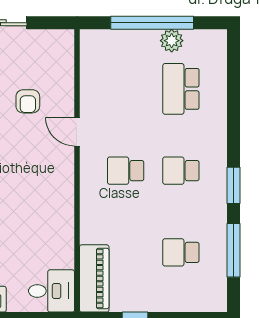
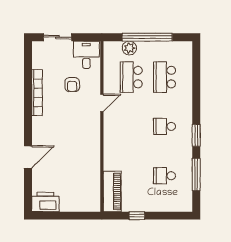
plant: (172, 41) -> (129, 48), moved
door: (77, 132) -> (102, 103), swing flipped
school desk: (126, 171) -> (131, 77), moved, width x1.85
desk: (52, 291) -> (86, 55), moved, turned -90

